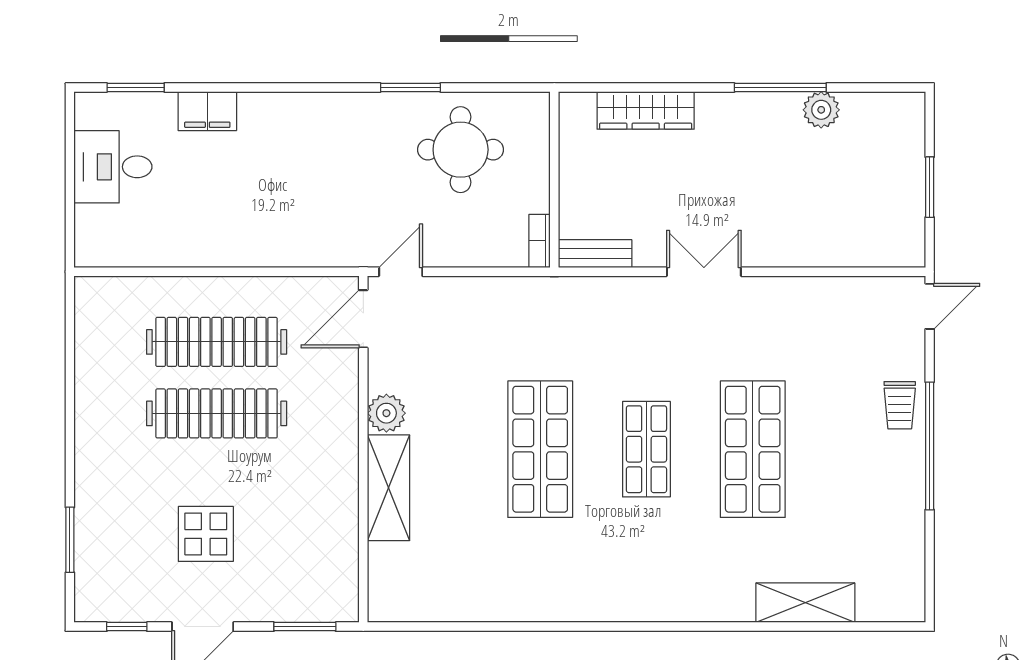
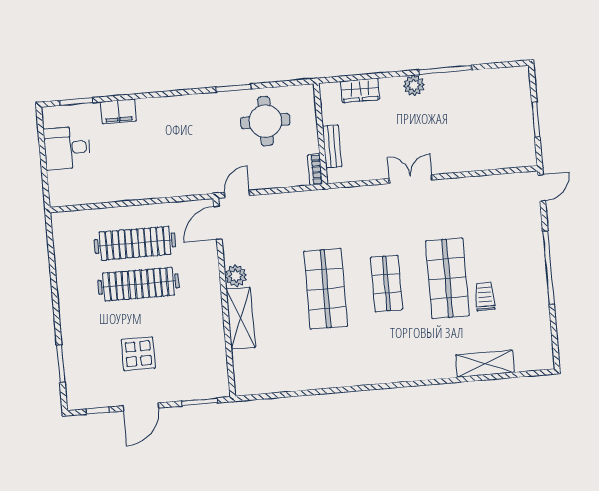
wardrobe: (646, 110) -> (360, 90), width x0.67
plant: (821, 110) -> (414, 85), moved
bench: (595, 254) -> (332, 146), moved, turned 90
trolley: (900, 405) -> (485, 297), moved, turned 180

